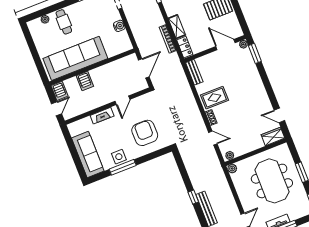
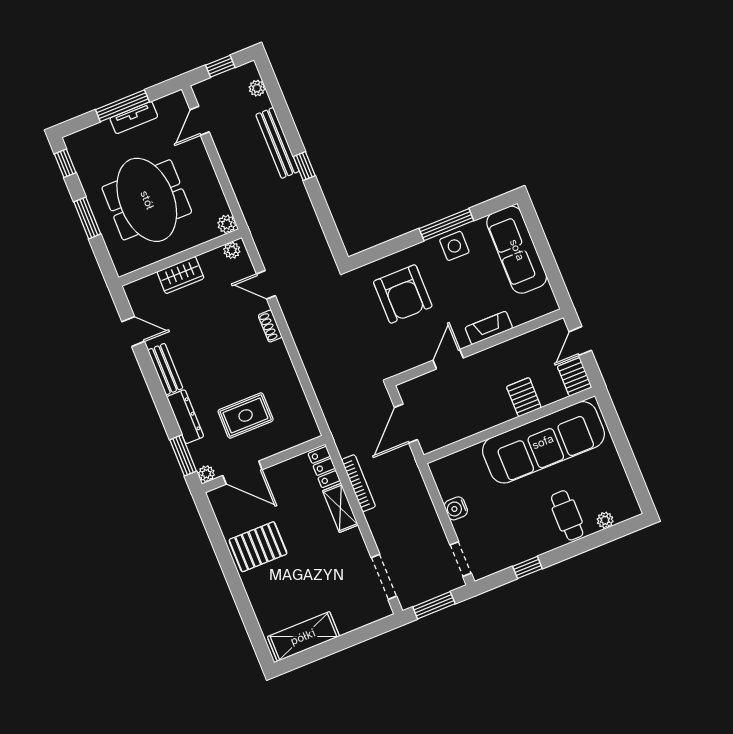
bench: (194, 72) -> (165, 369), moved
dresser: (254, 73) -> (185, 417), added
rug: (214, 98) -> (246, 415), moved
wardrobe: (273, 136) -> (180, 275), moved

